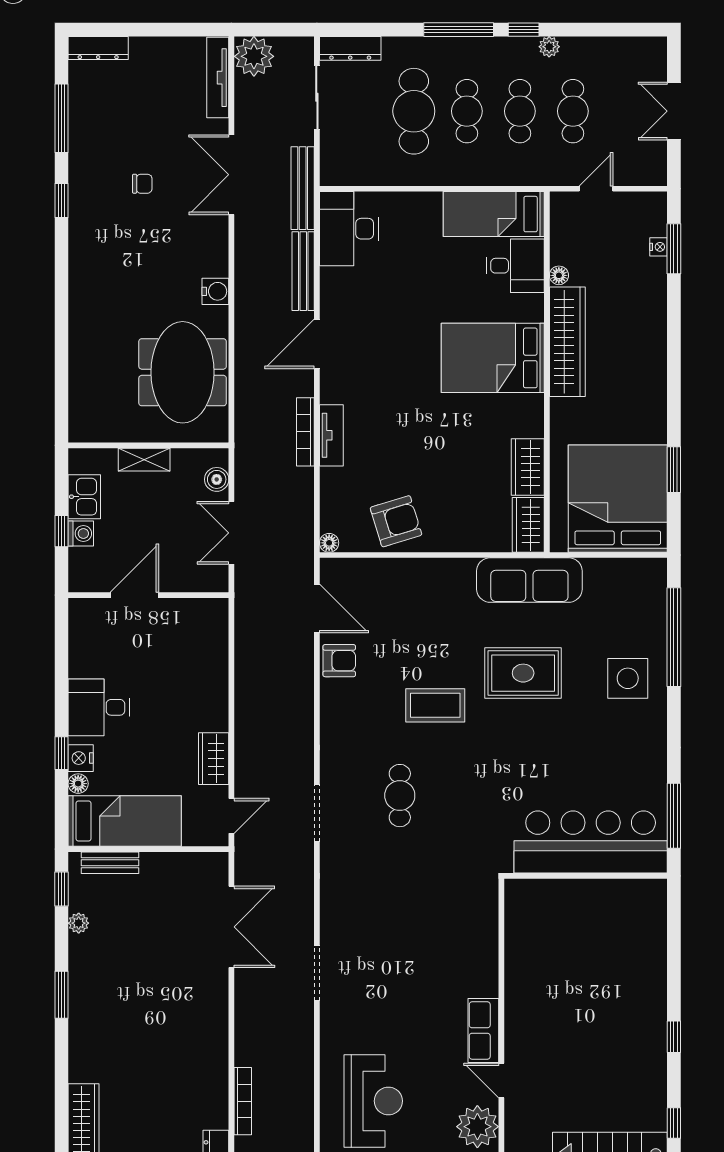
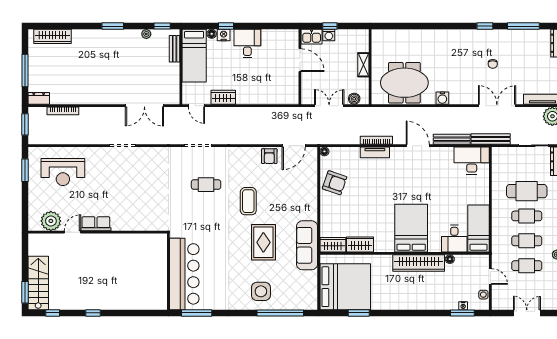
side table: (635, 204) -> (483, 295), added
kitchen sink: (84, 497) -> (312, 37), moved
armchair: (396, 521) -> (335, 183), turned -54

